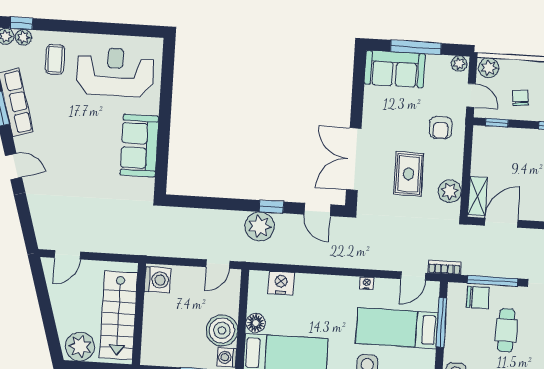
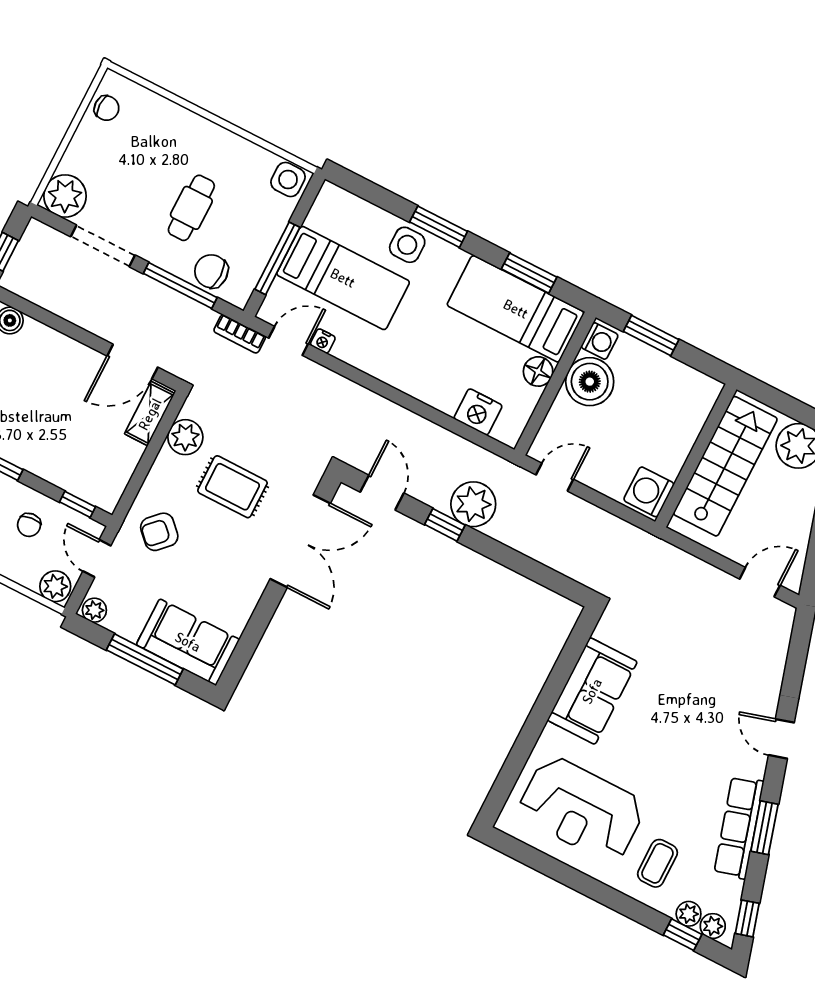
armchair: (441, 128) -> (159, 532), turned -135
rug: (409, 174) -> (232, 487), turned 90
nightstand: (367, 283) -> (323, 341), moved

